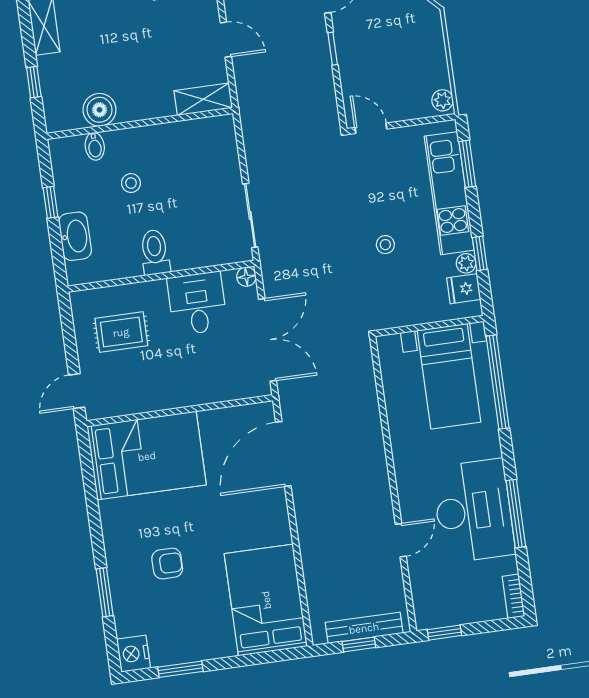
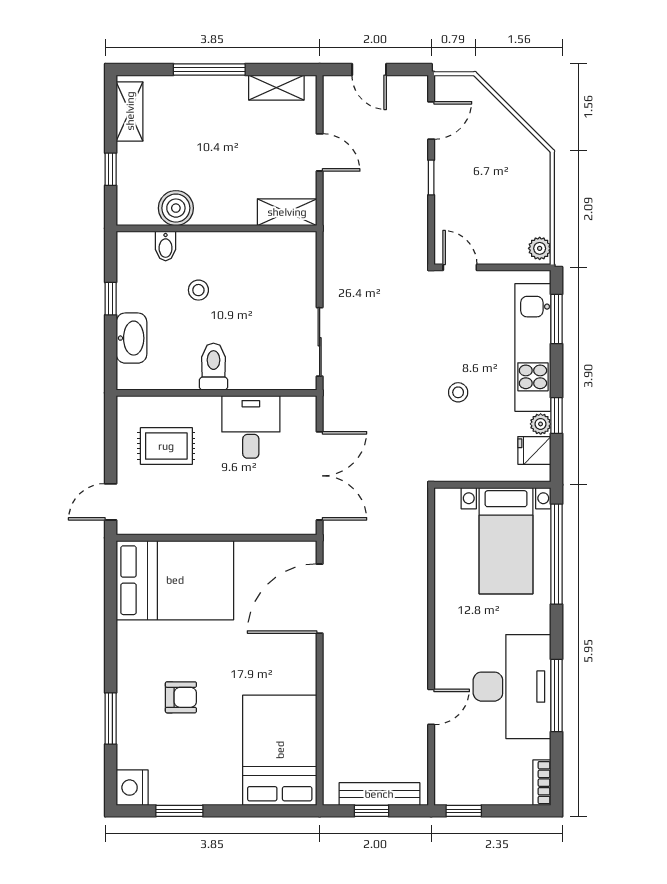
floor lamp: (246, 277) -> (307, 406), removed

